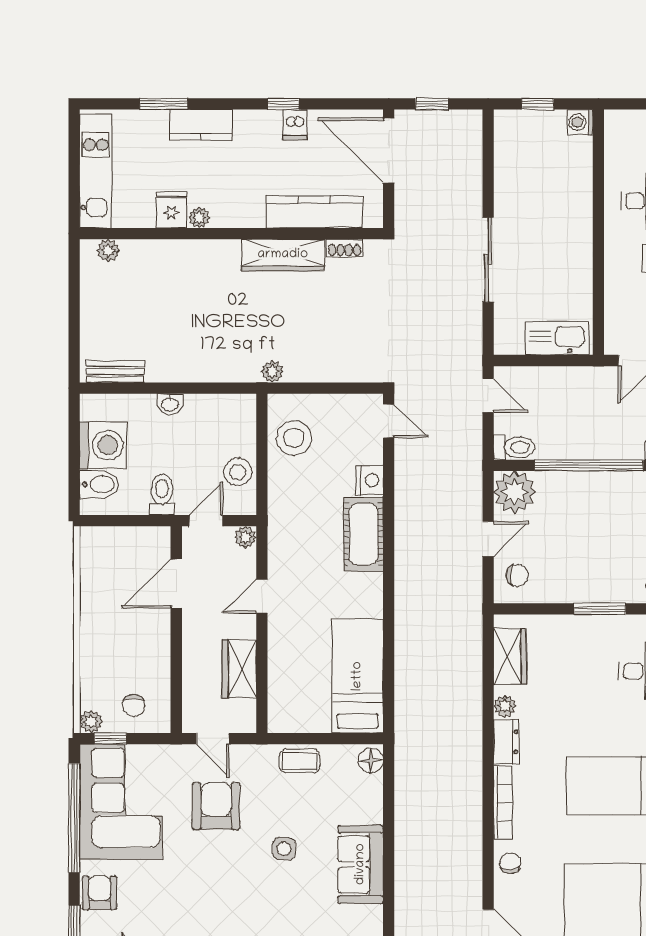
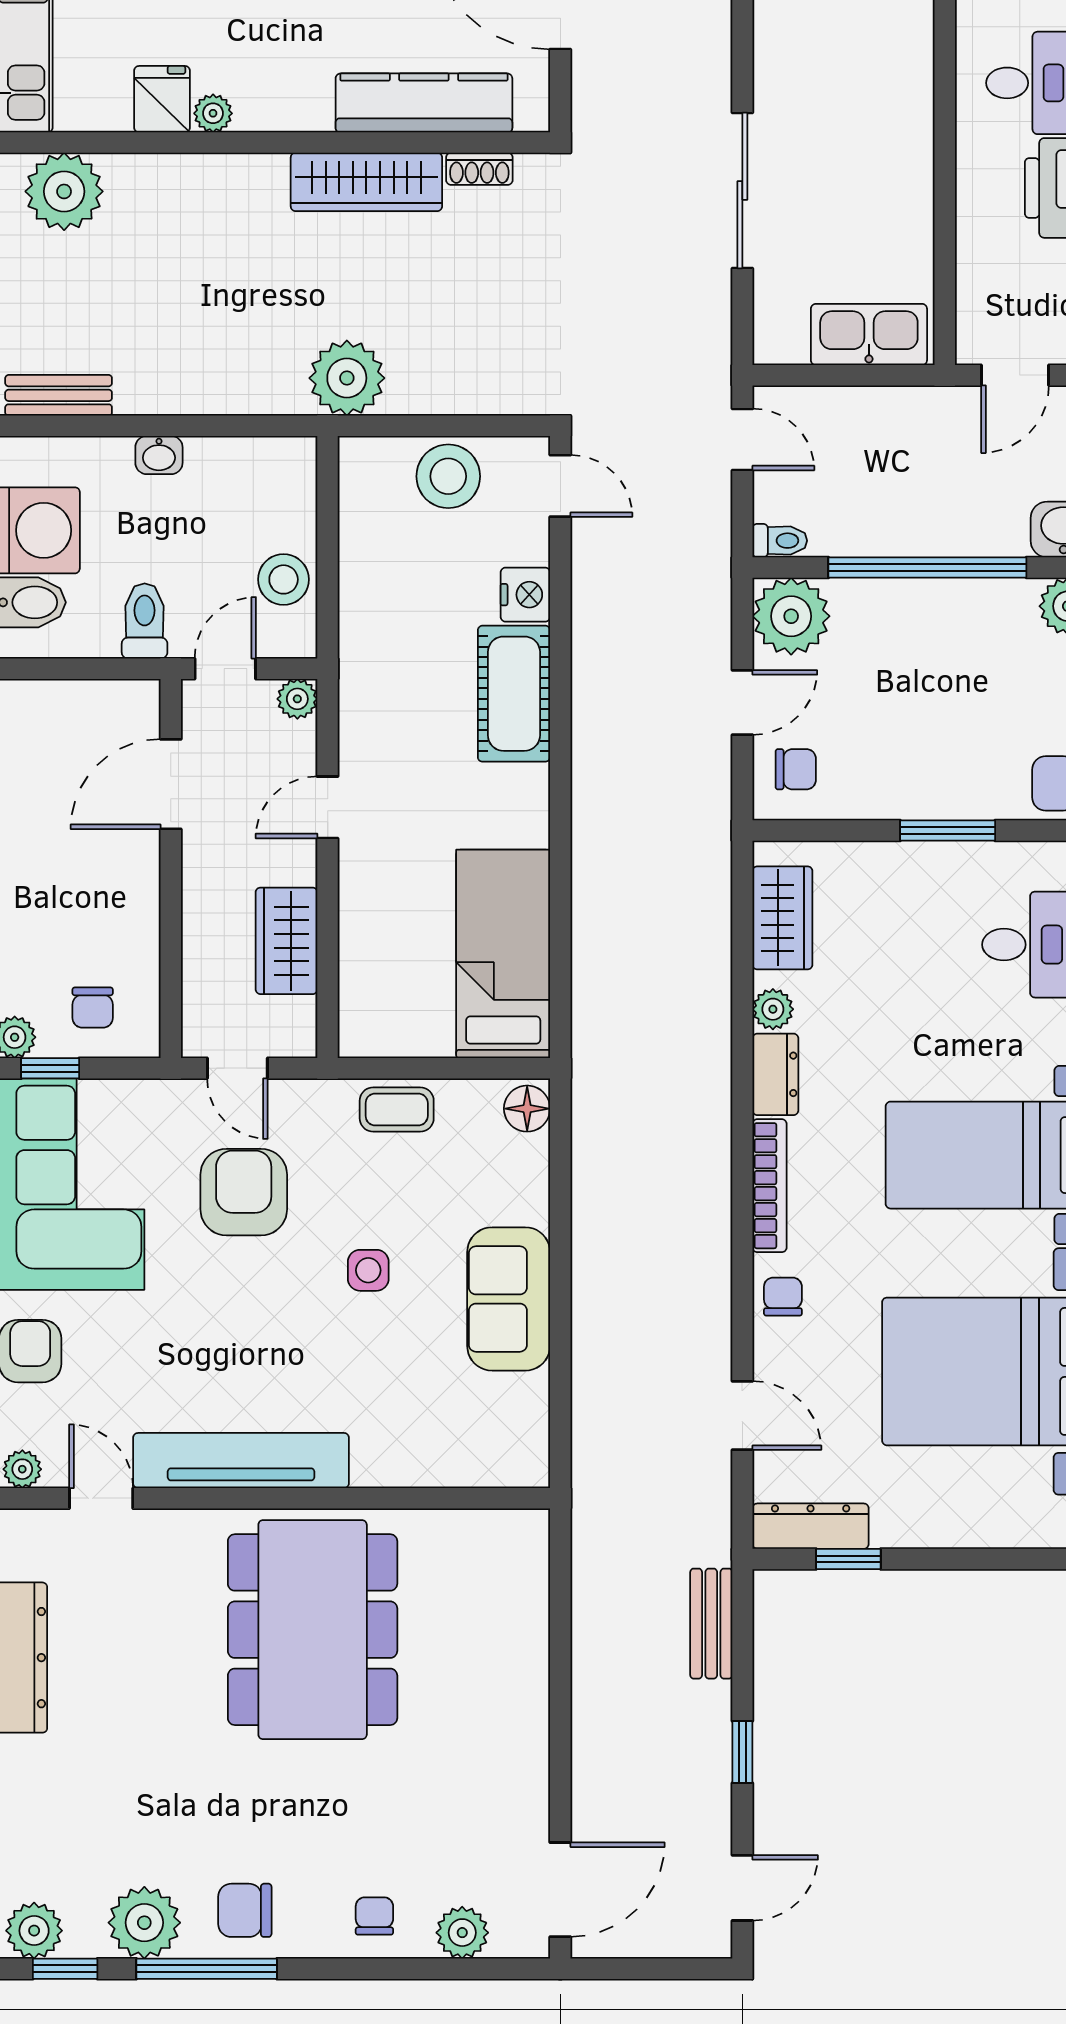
plant: (108, 250) -> (64, 191), width x1.88, depth x1.88
plant: (272, 372) -> (347, 378), width x1.87, depth x1.87
stool: (294, 438) -> (448, 476), moved
toilet: (514, 447) -> (780, 541), width x0.73, depth x0.72

